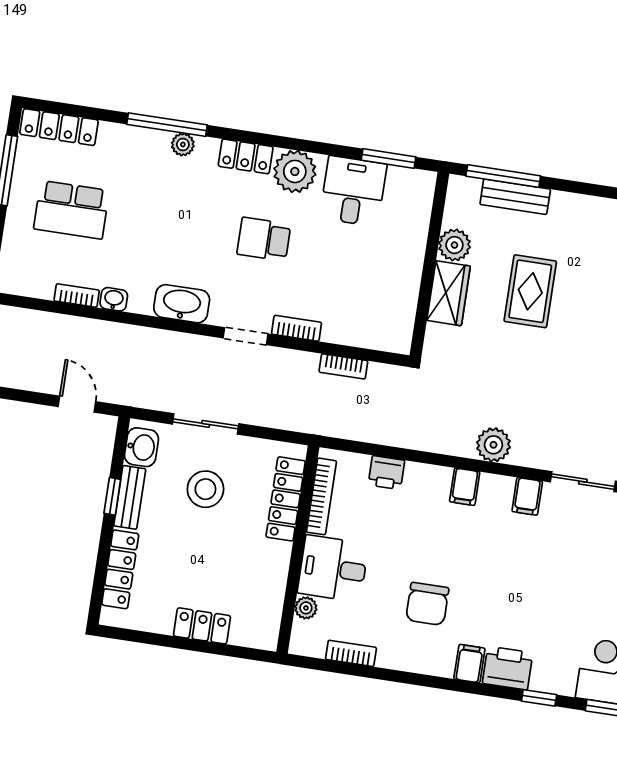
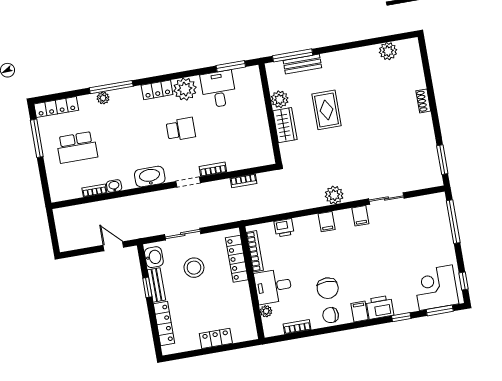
plant: (183, 144) -> (103, 98), moved
school desk: (264, 239) -> (181, 129), turned 180
chair: (417, 653) -> (331, 315), added

